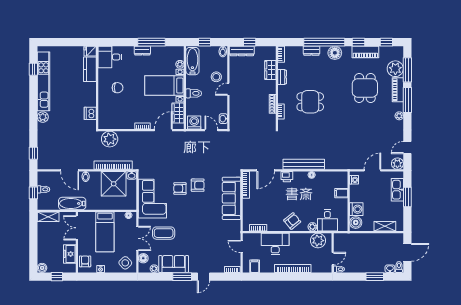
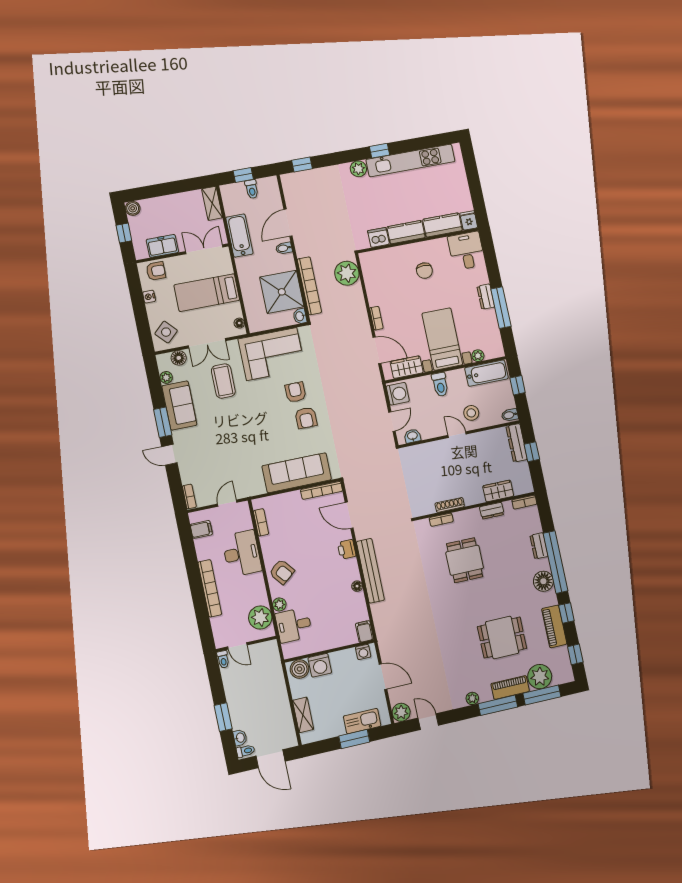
window: (33, 69) -> (380, 151), moved
kitchen counter: (90, 94) -> (406, 232), added
filing cabinet: (341, 193) -> (364, 631), moved

